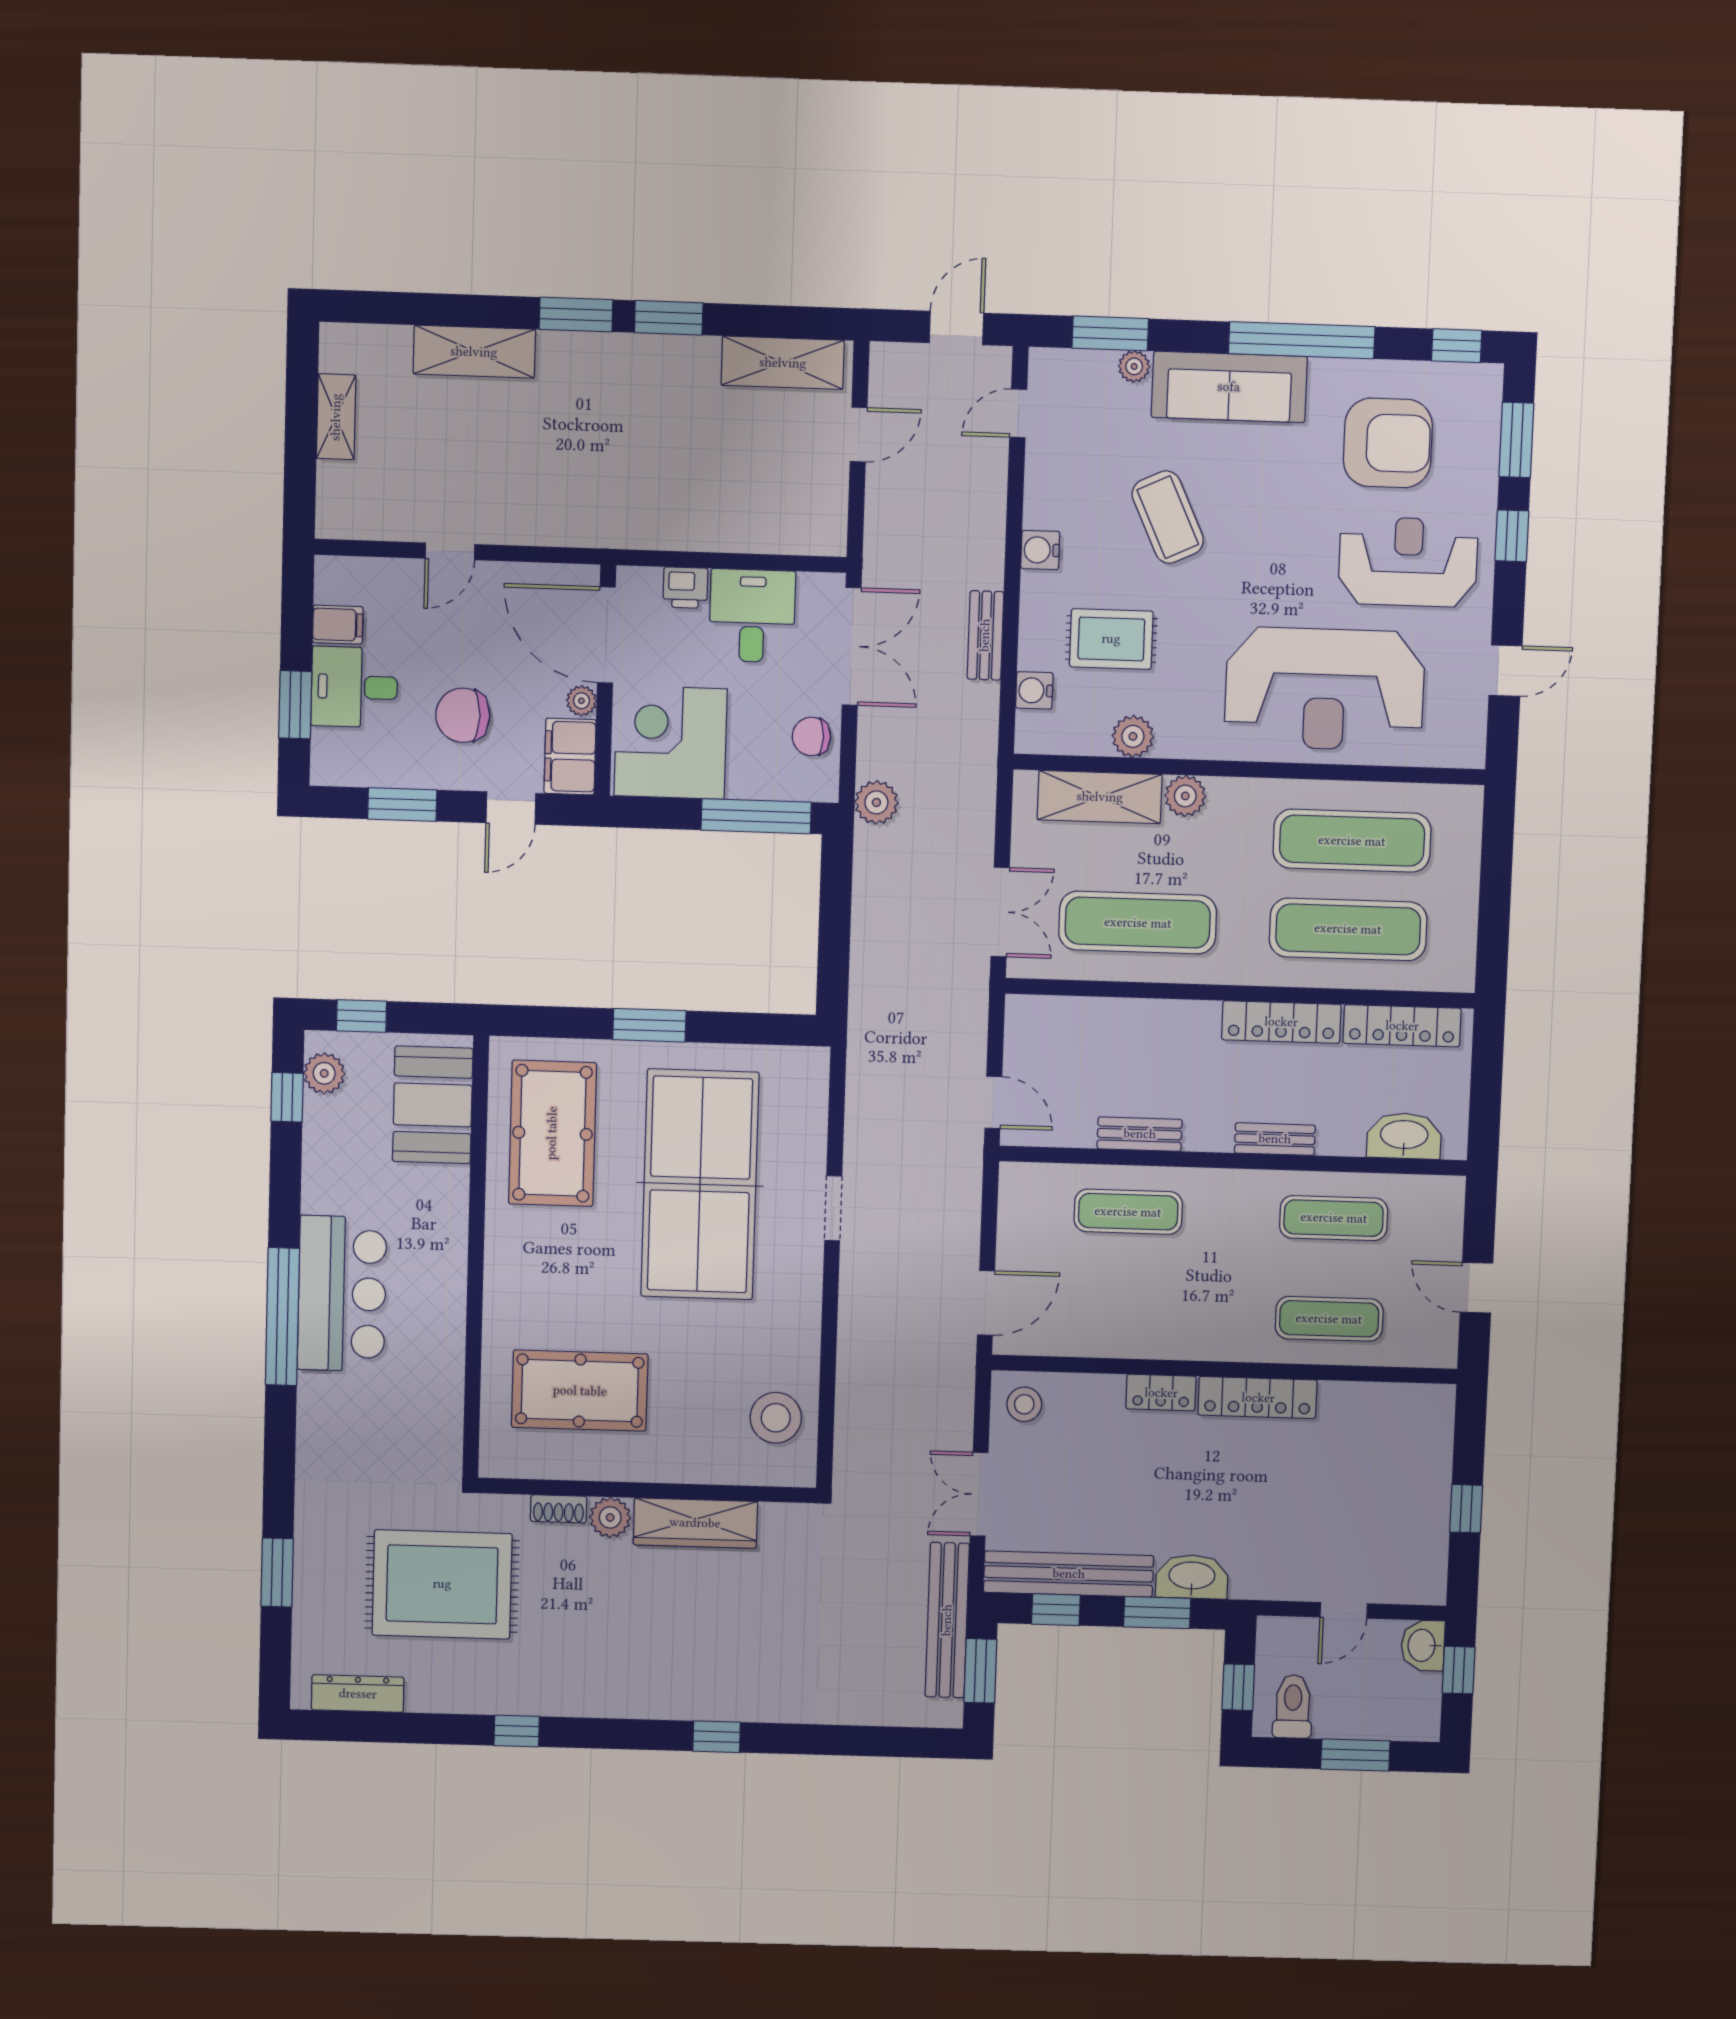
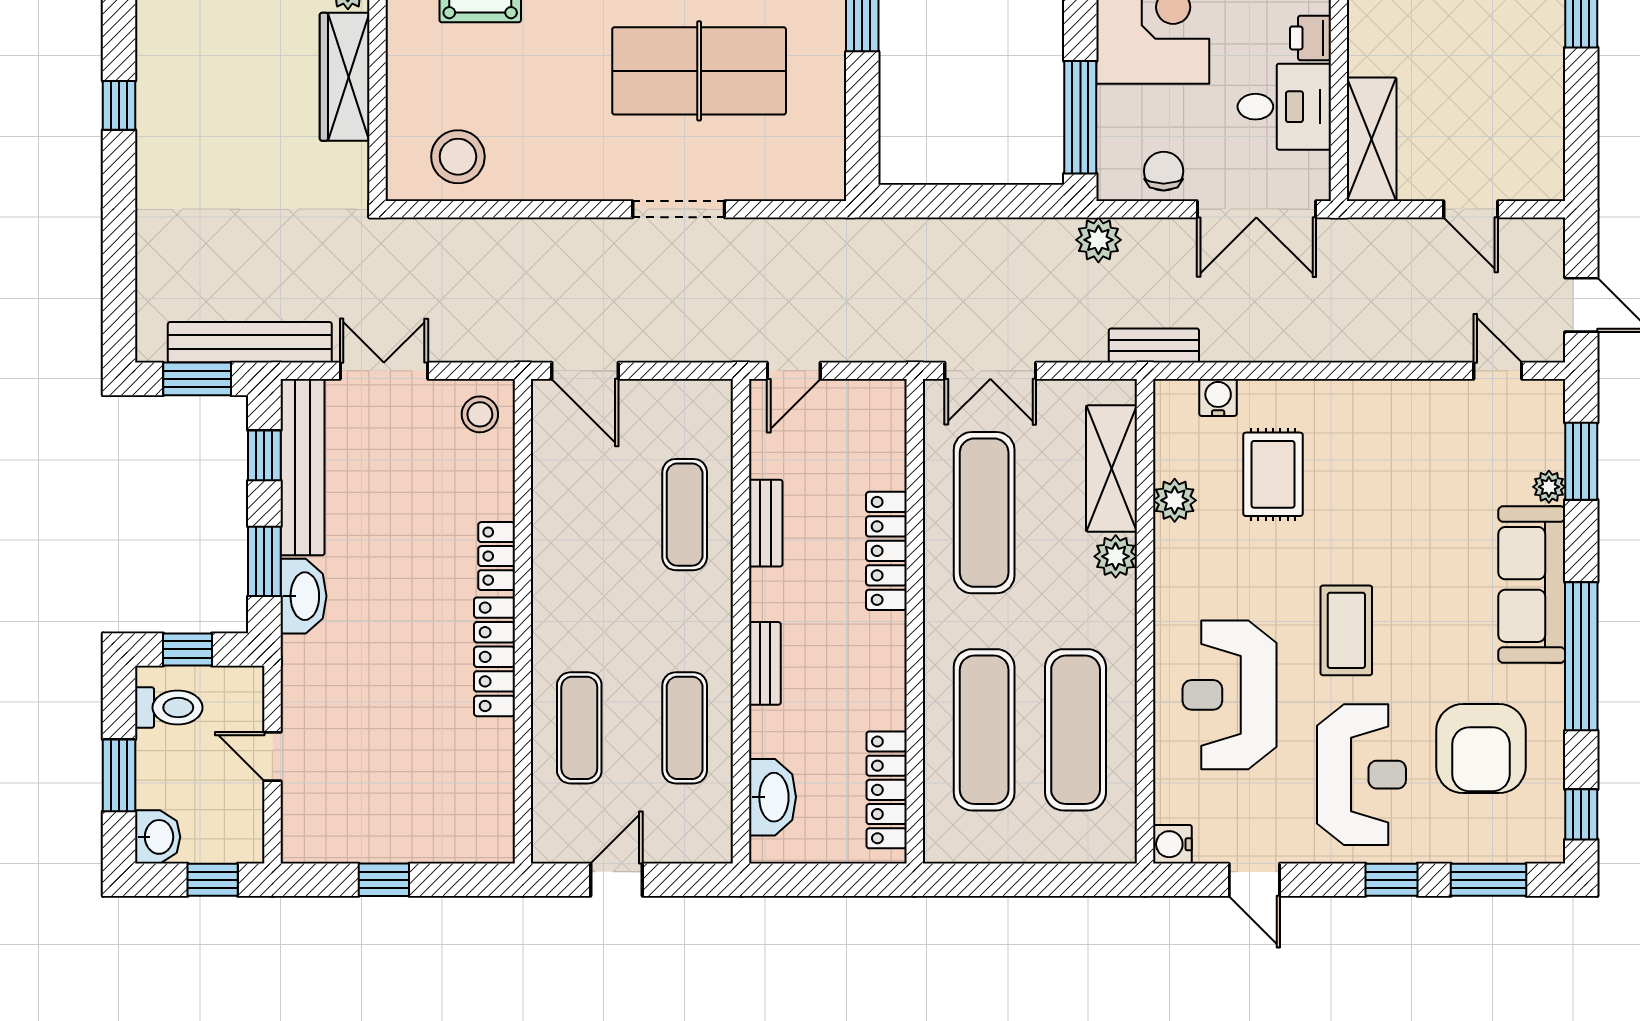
shelving: (783, 363) -> (1372, 139), moved
coffee table: (1168, 517) -> (1346, 630), moved, turned -65
water cooler: (1040, 550) -> (1172, 844), moved, turned -90
bench: (985, 635) -> (1154, 346), moved
reception desk: (1325, 689) -> (1230, 695), width x0.74, depth x0.77
locker: (1281, 1022) -> (886, 551), moved
table tennis table: (700, 1184) -> (699, 71), width x0.73, depth x0.76
doorway: (833, 1208) -> (679, 209), width x1.38
washbasin: (1423, 1645) -> (158, 837), moved, turned 90

